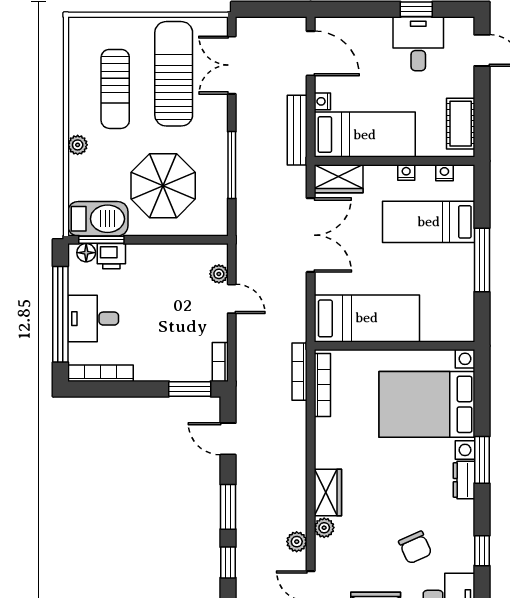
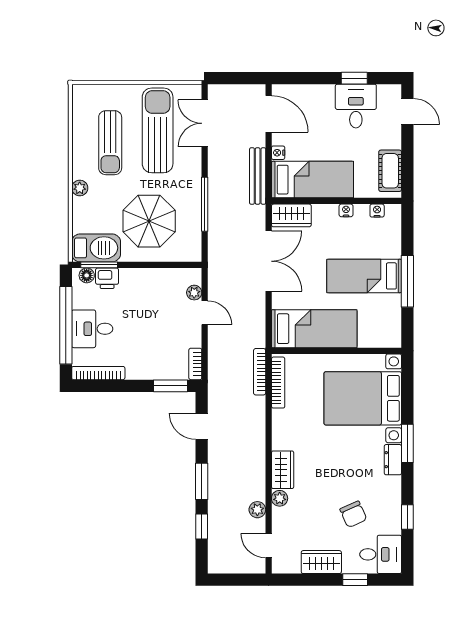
bed: (429, 222) -> (364, 276), moved

